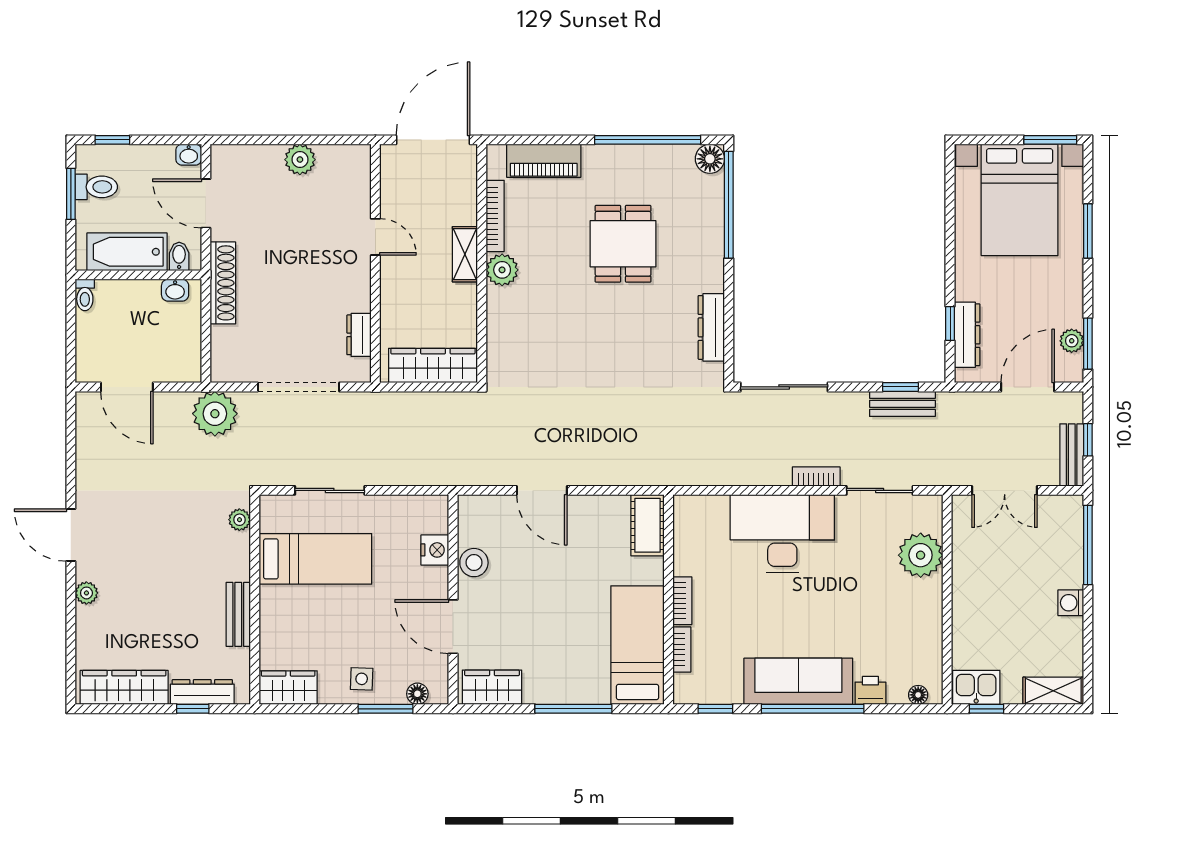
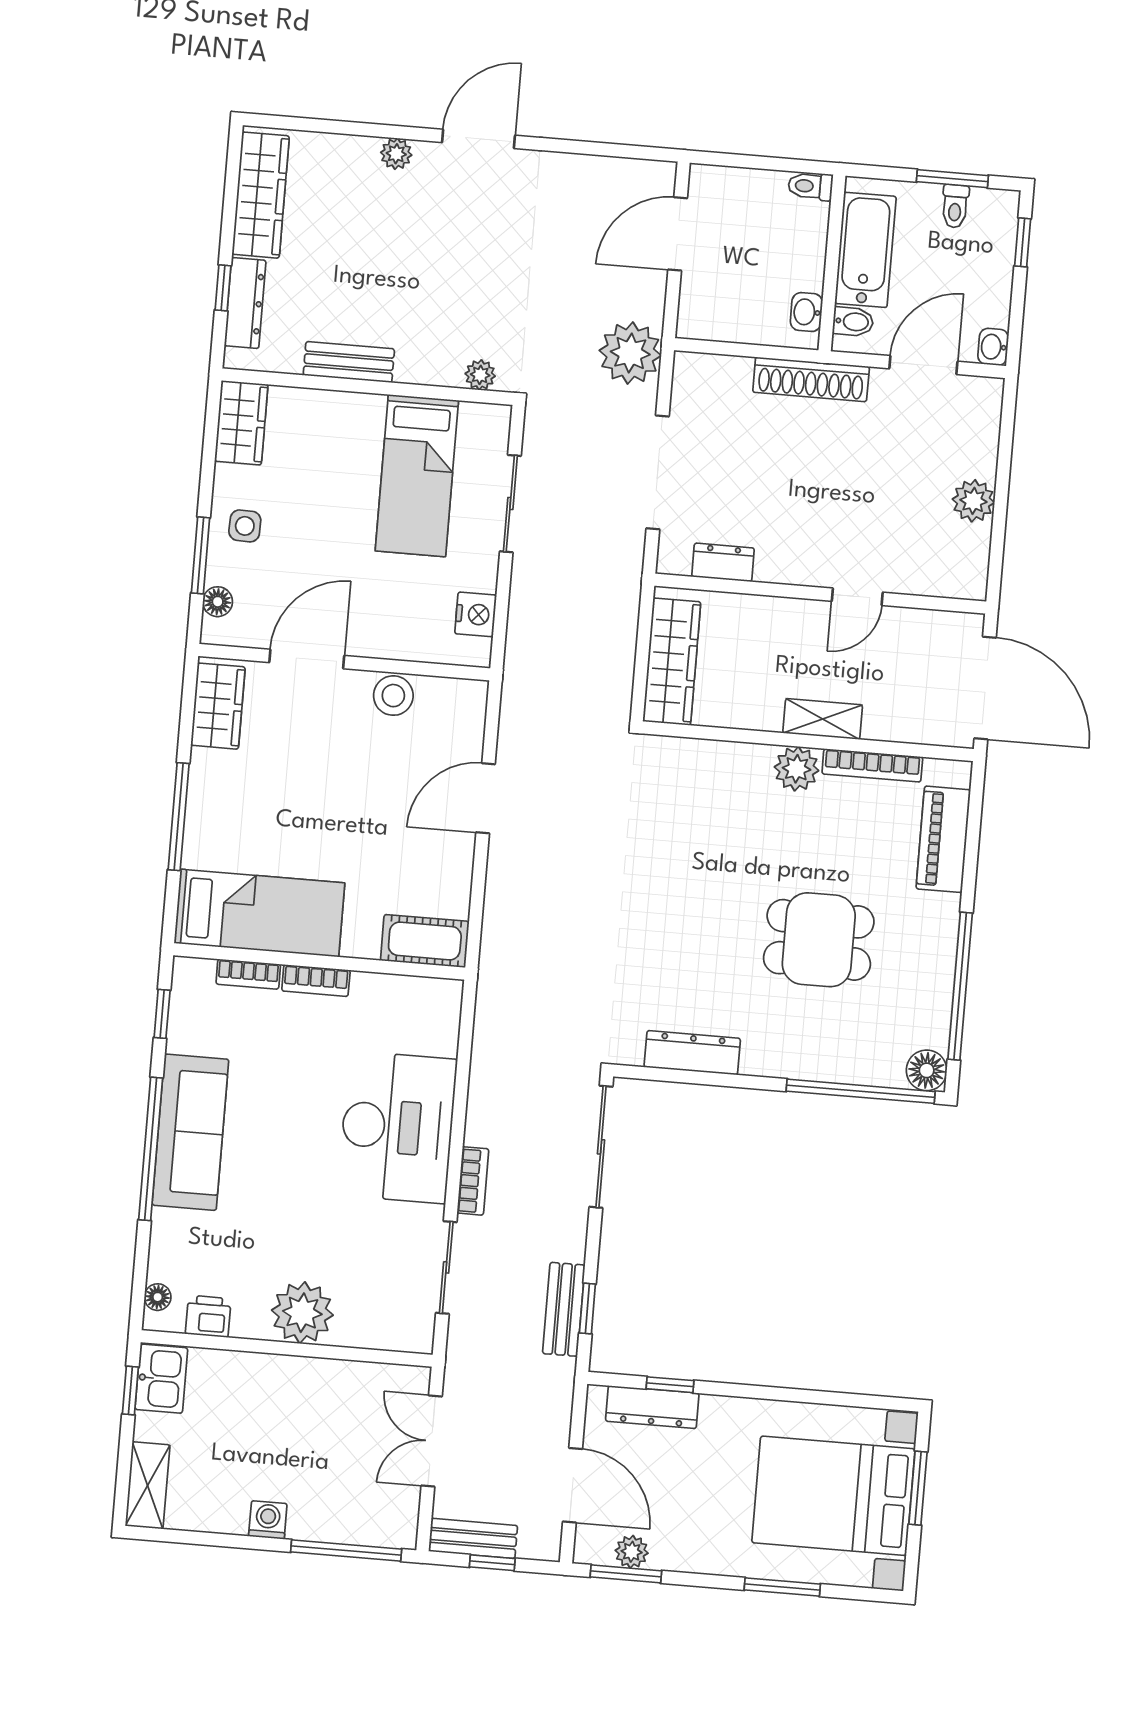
window: (1050, 140) -> (918, 1488), moved
toilet: (96, 187) -> (955, 206), width x0.73, depth x0.72
nightstand: (435, 550) -> (476, 614), moved, turned -90
plant: (921, 555) -> (302, 1313), moved
printer: (870, 690) -> (208, 1316), moved, turned -90

